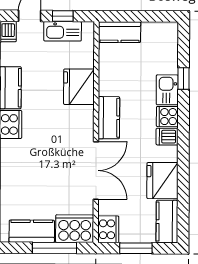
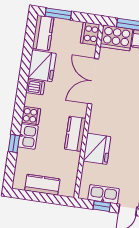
kitchen counter: (120, 32) -> (42, 185), moved
kitchen counter: (109, 118) -> (75, 134), moved
dishwasher: (167, 137) -> (35, 87), moved
window: (136, 248) -> (58, 14), moved

